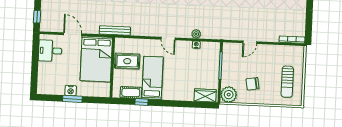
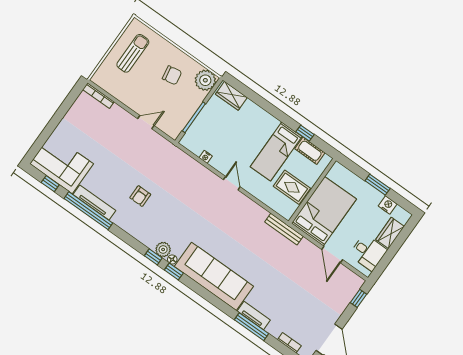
plant: (196, 34) -> (198, 169), removed
wardrobe: (44, 73) -> (390, 233), added
nightstand: (71, 90) -> (388, 205), moved

